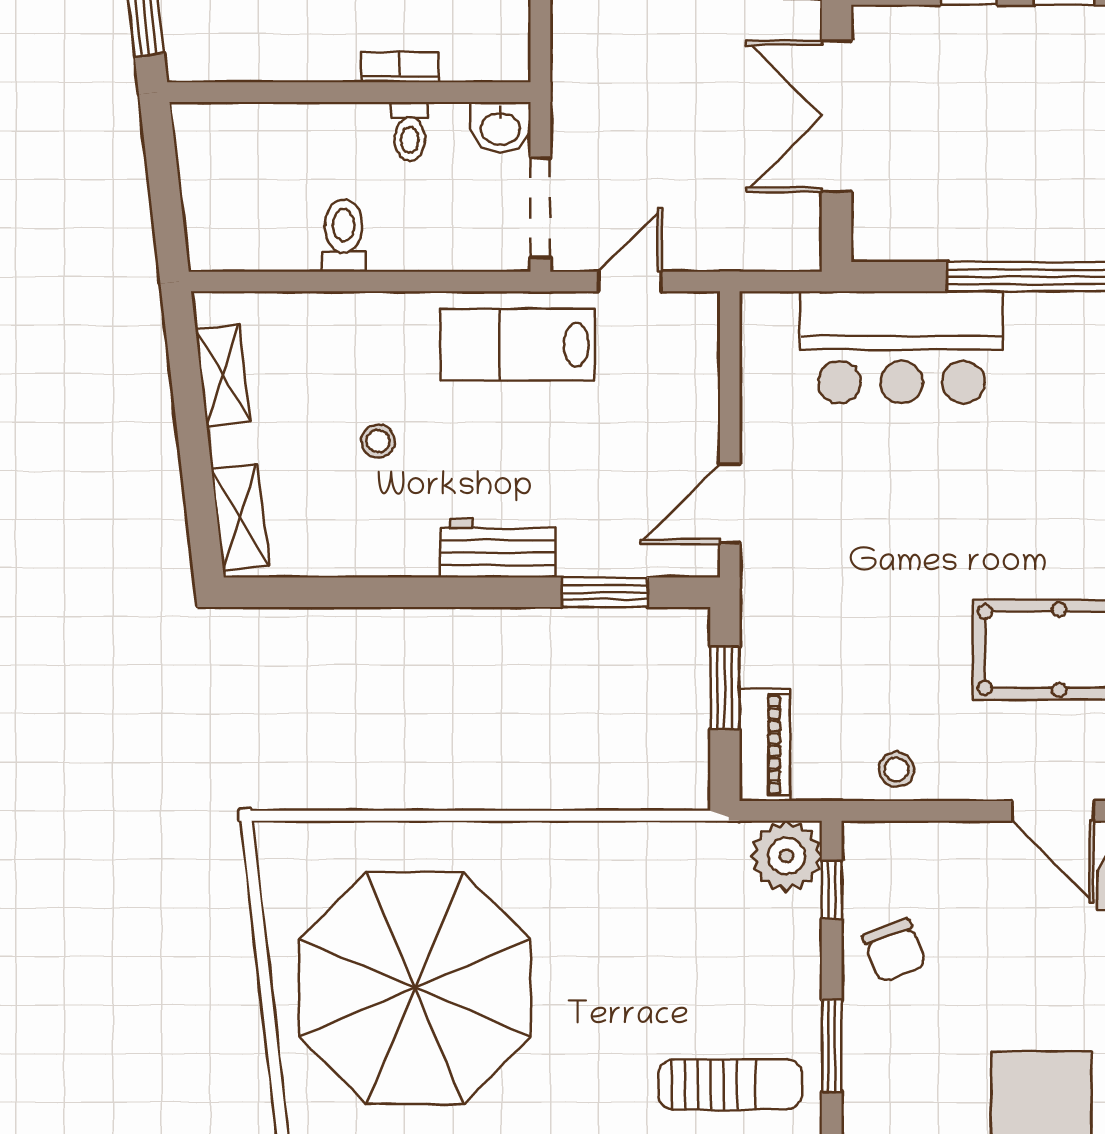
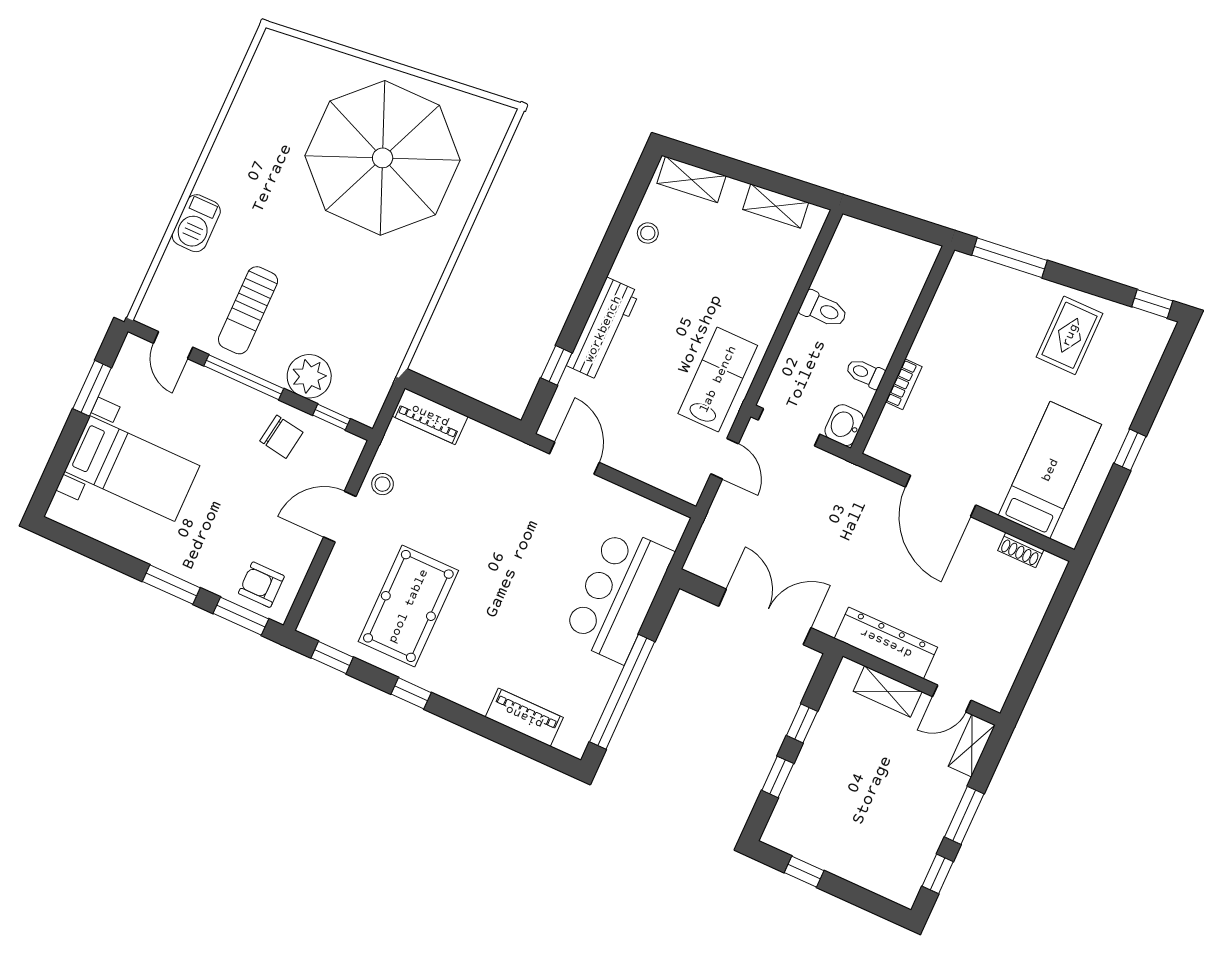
stool: (378, 441) -> (648, 233), moved
workbench: (498, 548) -> (603, 329), width x1.38
window: (605, 592) -> (556, 365), width x0.67
window: (725, 688) -> (472, 408), removed
door: (1053, 811) -> (340, 517), moved
plant: (787, 856) -> (309, 376), moved
chair: (894, 951) -> (281, 437), turned -151
window: (832, 1046) -> (244, 377), width x1.44

